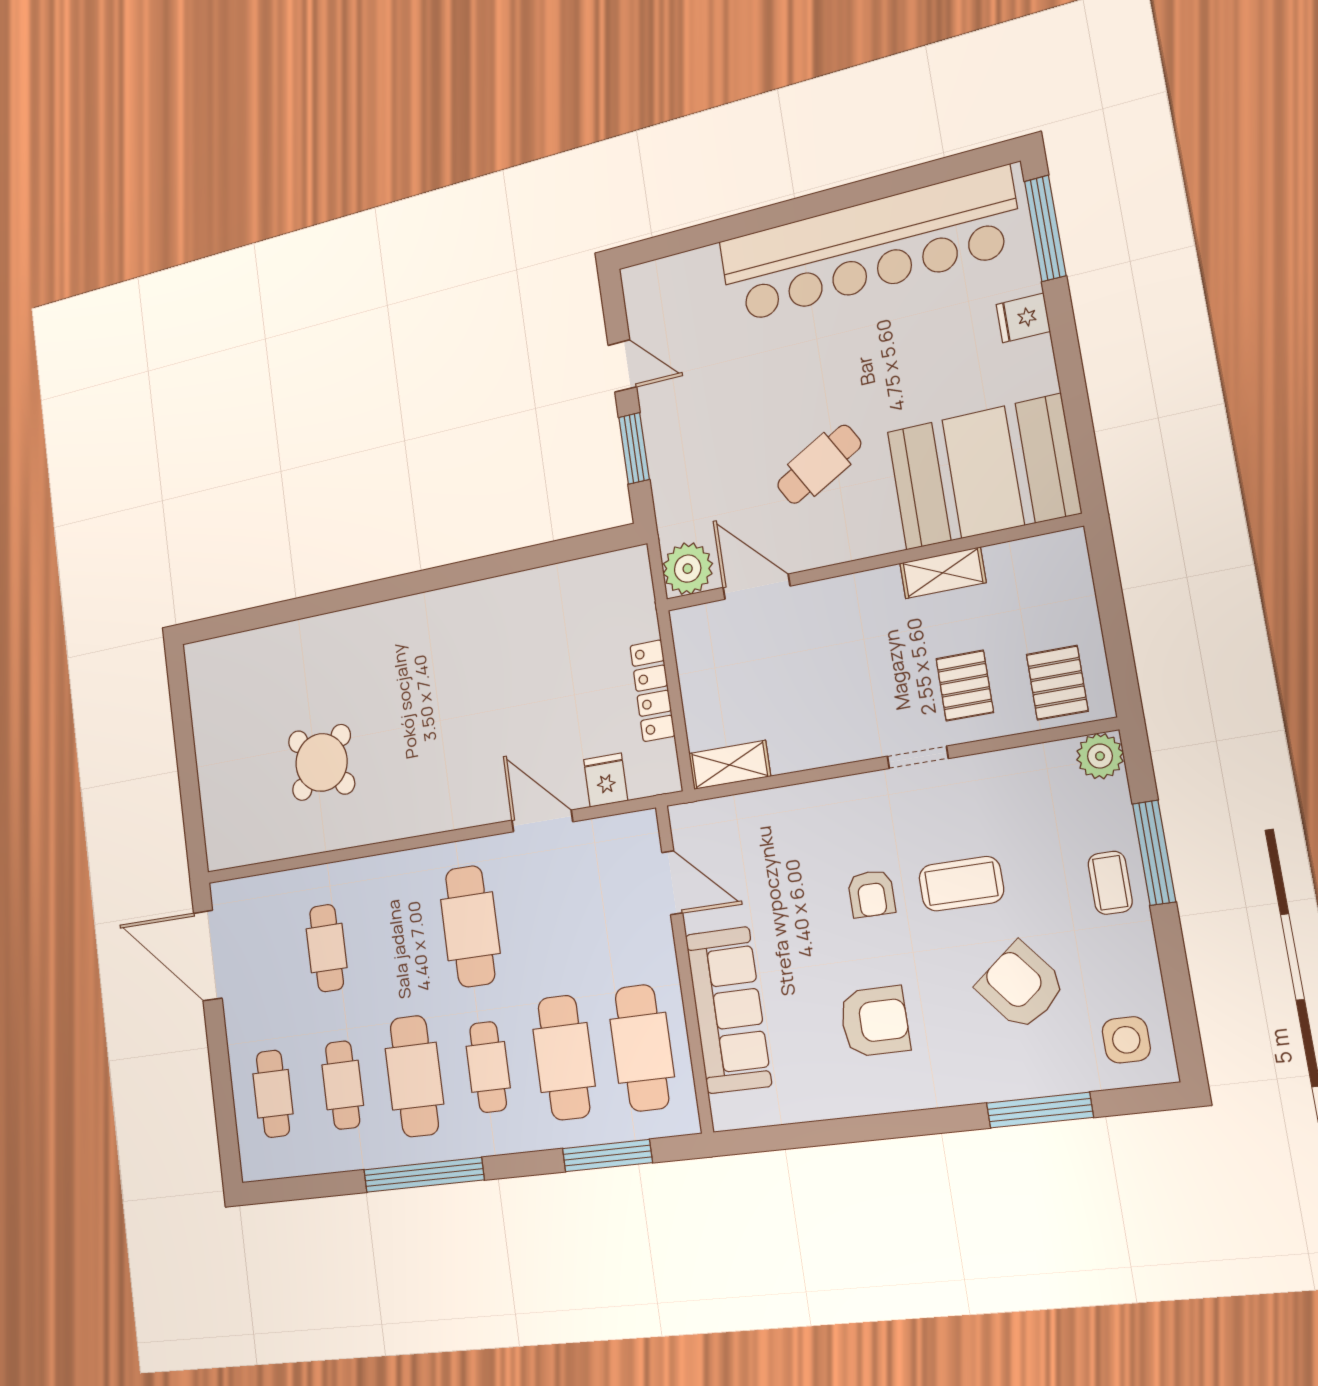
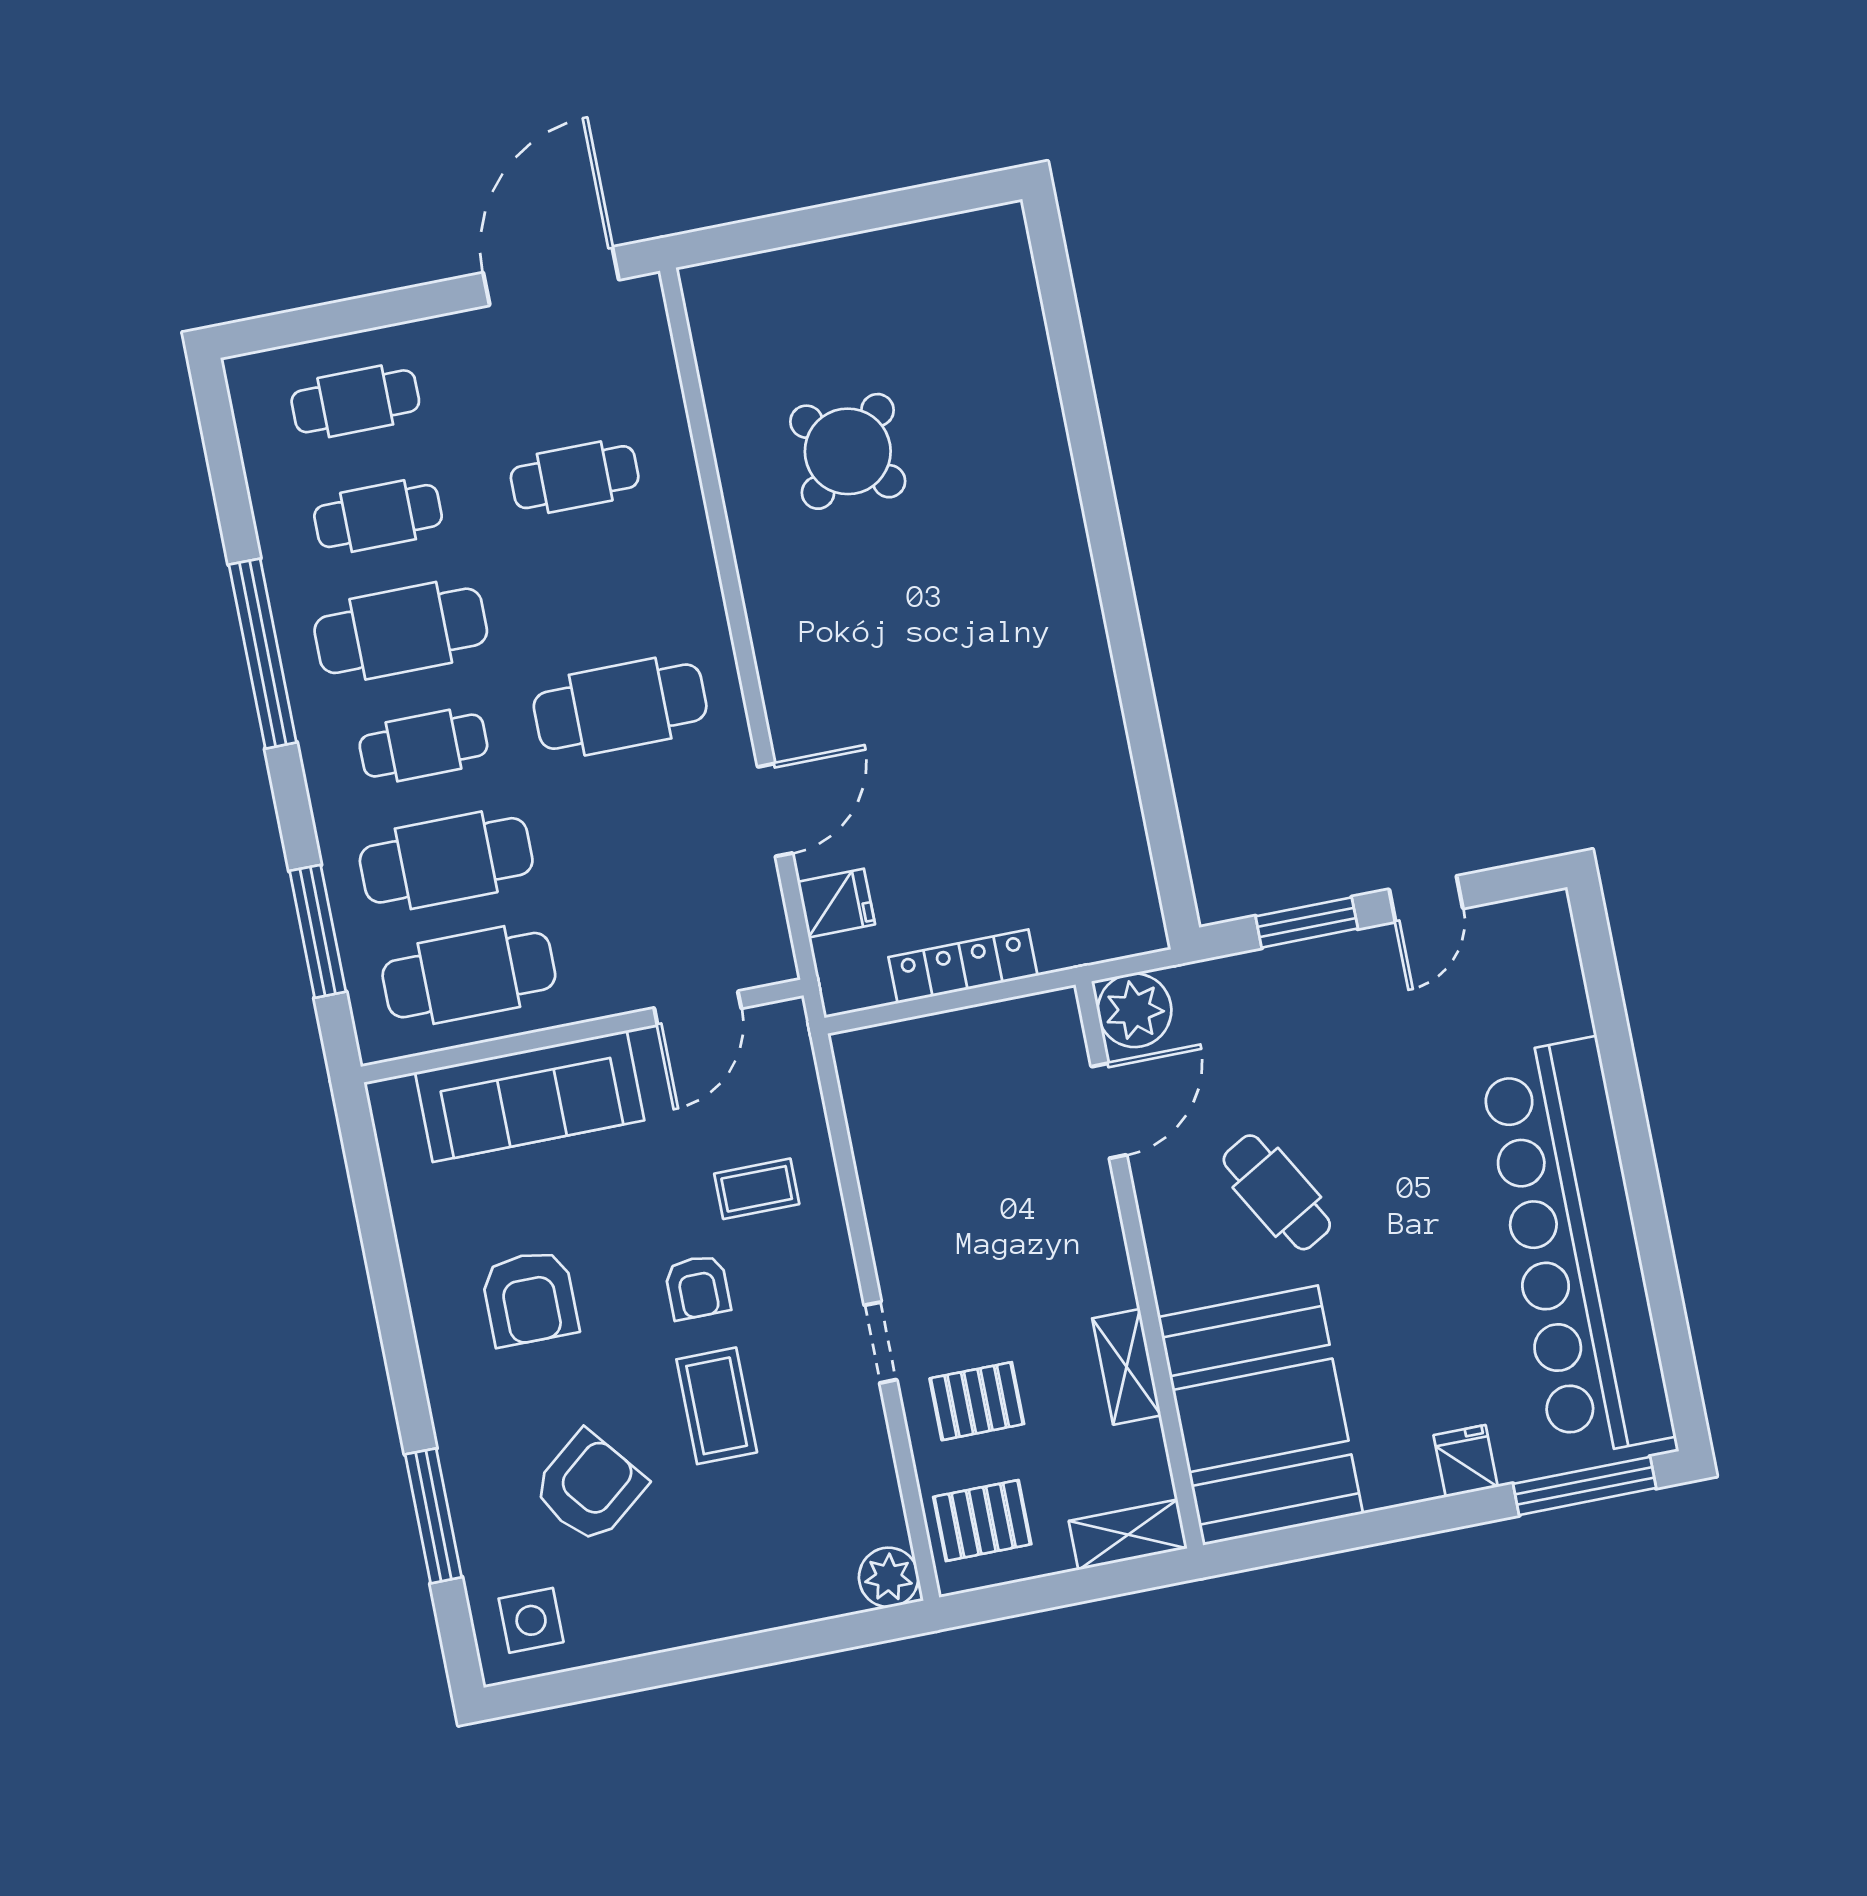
shelving: (730, 765) -> (1128, 1535), moved, turned 90
window: (1154, 853) -> (768, 1648), removed
coffee table: (1110, 883) -> (757, 1189), moved
armchair: (871, 894) -> (697, 1287), turned -90

